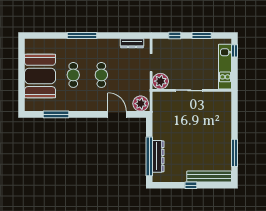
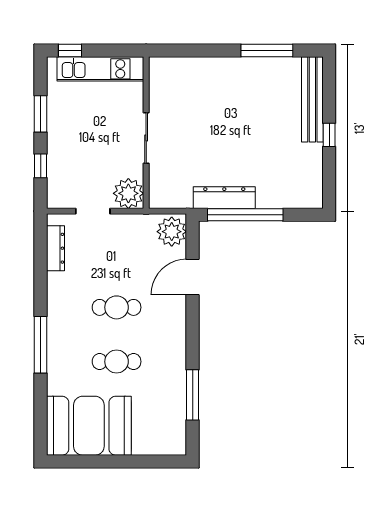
booth: (40, 76) -> (89, 426), moved
window: (149, 156) -> (245, 215), moved
dresser: (158, 156) -> (224, 198), moved

